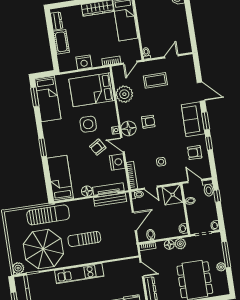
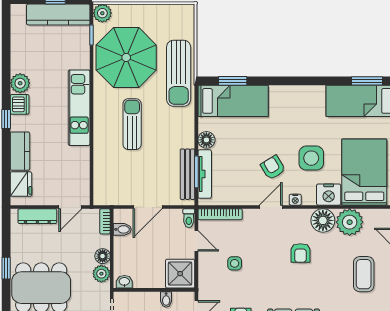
floor lamp: (129, 128) -> (323, 220), moved
window: (43, 147) -> (233, 81), moved
nightstand: (117, 162) -> (329, 195), moved
door: (151, 188) -> (196, 241), swing flipped
door: (134, 221) -> (148, 207), hinge flipped

